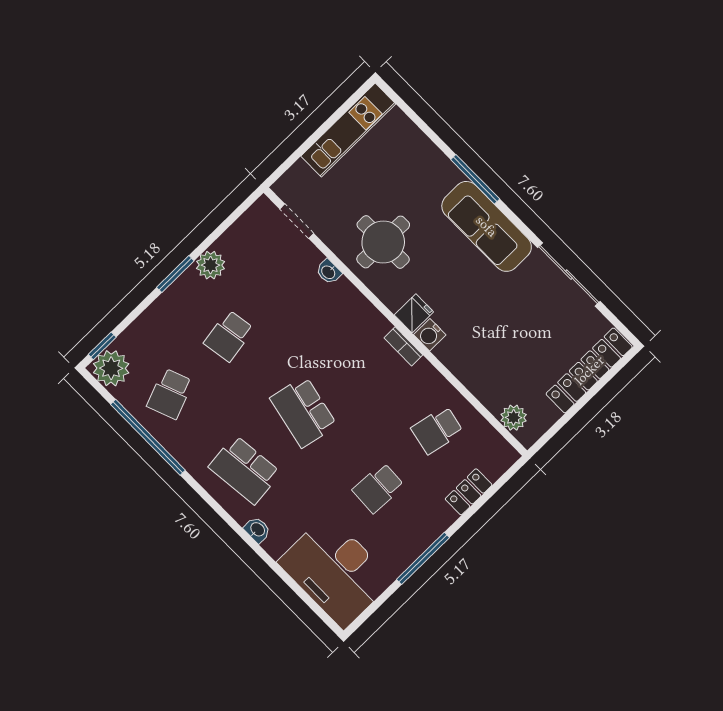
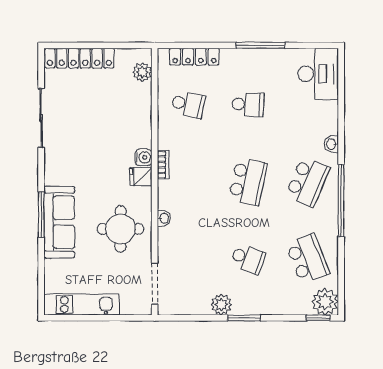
doorway: (297, 221) -> (155, 284), width x1.38
sofa: (487, 226) -> (59, 222), moved
washbasin: (329, 272) -> (164, 218), moved
school desk: (229, 336) -> (248, 259), turned 30
school desk: (170, 394) -> (308, 259), width x1.85
window: (148, 437) -> (341, 201), moved
school desk: (245, 470) -> (308, 182), turned 30
locker: (469, 492) -> (194, 57), width x1.53
desk: (336, 571) -> (318, 74), width x0.73, depth x0.77

